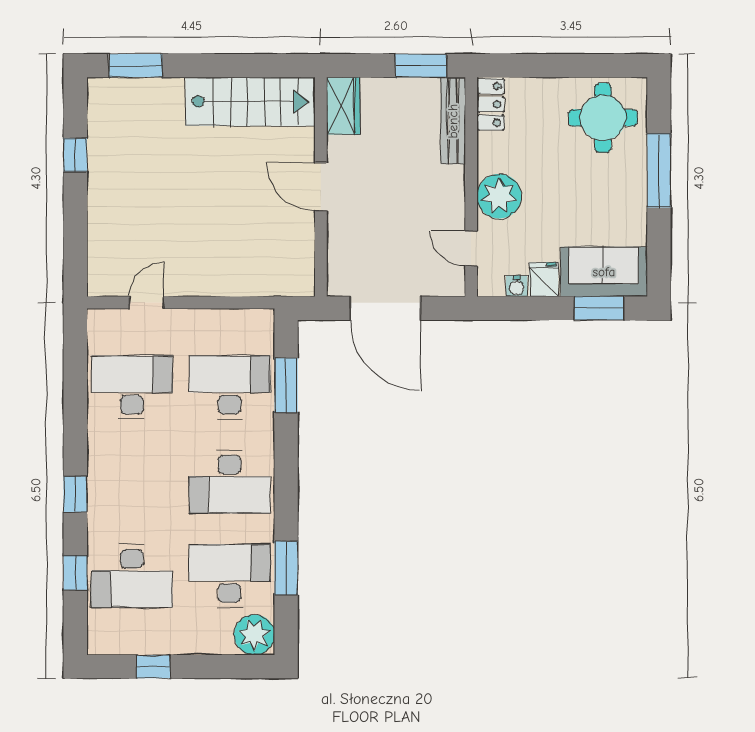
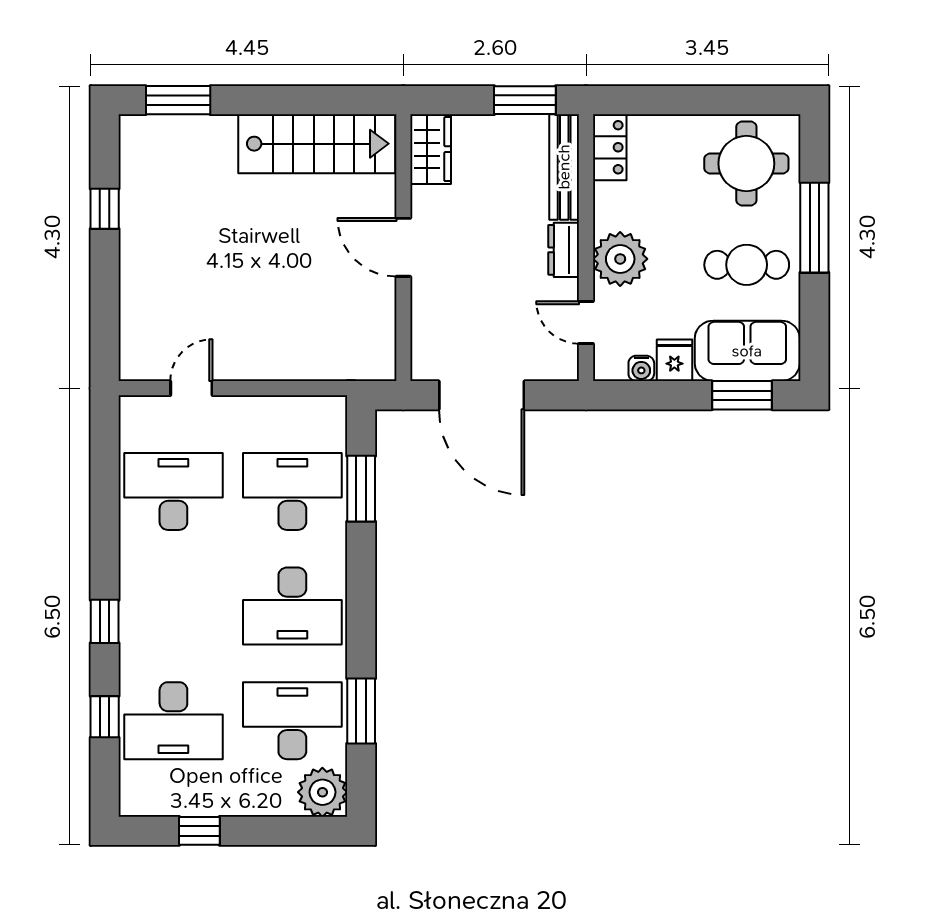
dresser: (453, 189) -> (564, 250), added
cafe table: (603, 201) -> (747, 265), added

